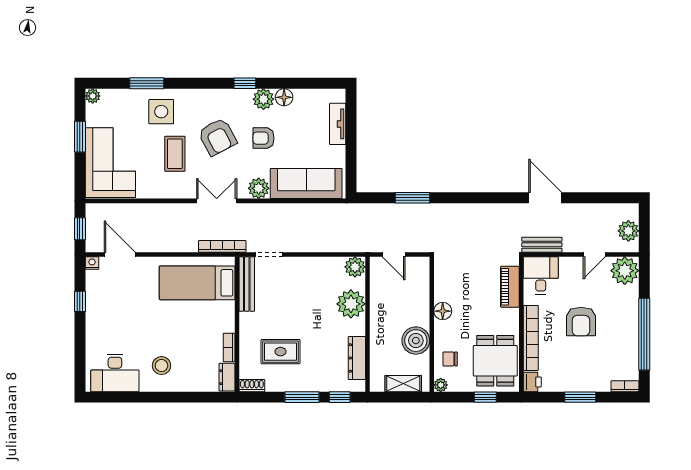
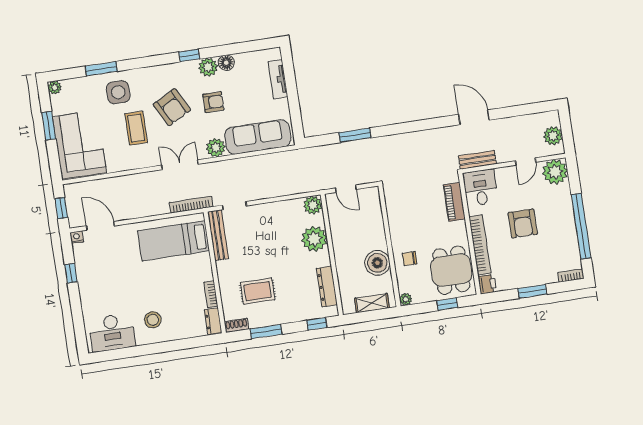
armchair: (263, 138) -> (213, 102), turned 180
floor lamp: (443, 311) -> (397, 233), removed
chair: (450, 359) -> (410, 259), moved
window: (302, 397) -> (266, 332), moved

